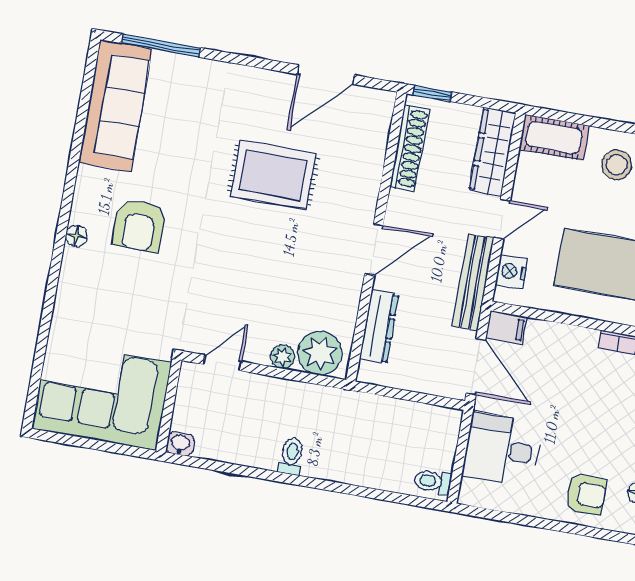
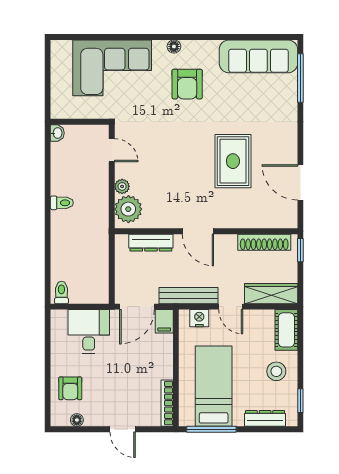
armchair: (139, 226) -> (187, 84), turned -91
corner sofa: (102, 396) -> (112, 68), moved, turned 90

